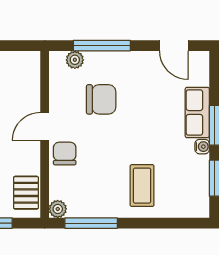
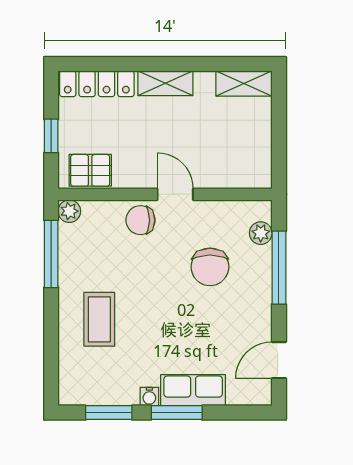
chair: (65, 154) -> (140, 220), turned 180
coffee table: (142, 186) -> (99, 319), turned 90

